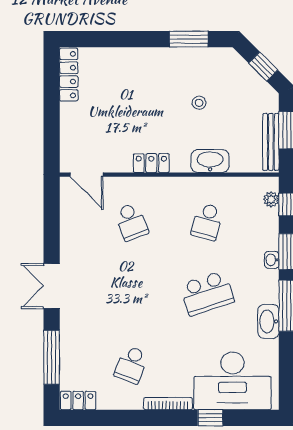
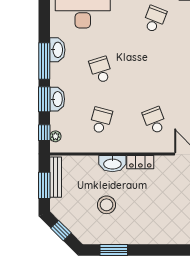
stool: (199, 103) -> (106, 205), width x1.89, depth x1.89
washbasin: (210, 161) -> (112, 164), moved
washbasin: (272, 260) -> (57, 99), width x1.91, depth x1.45
school desk: (207, 293) -> (101, 70), width x0.54

